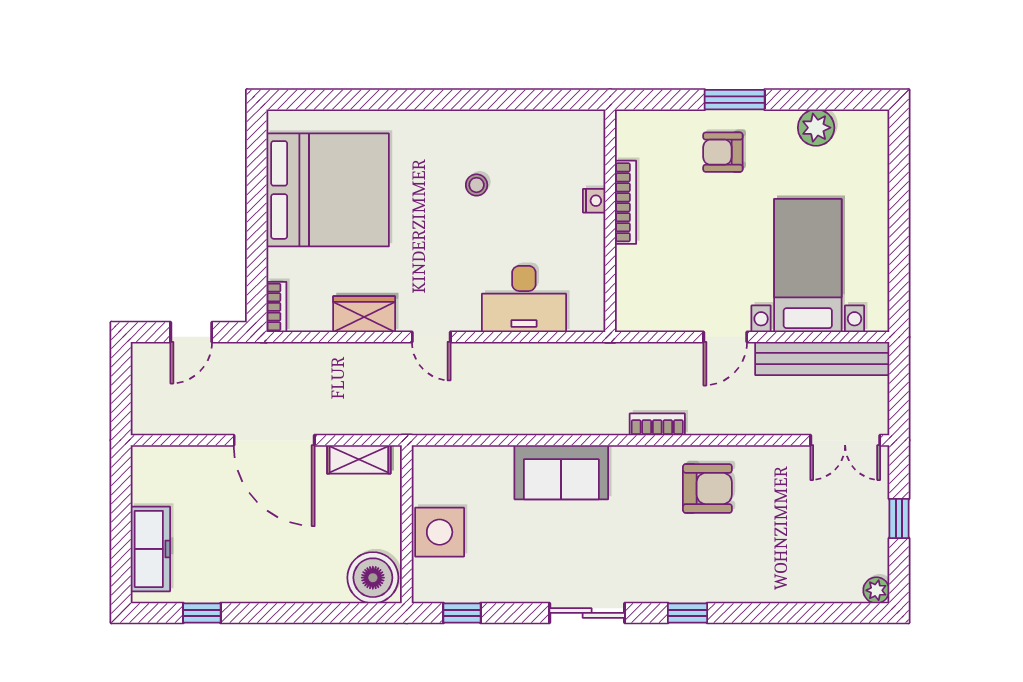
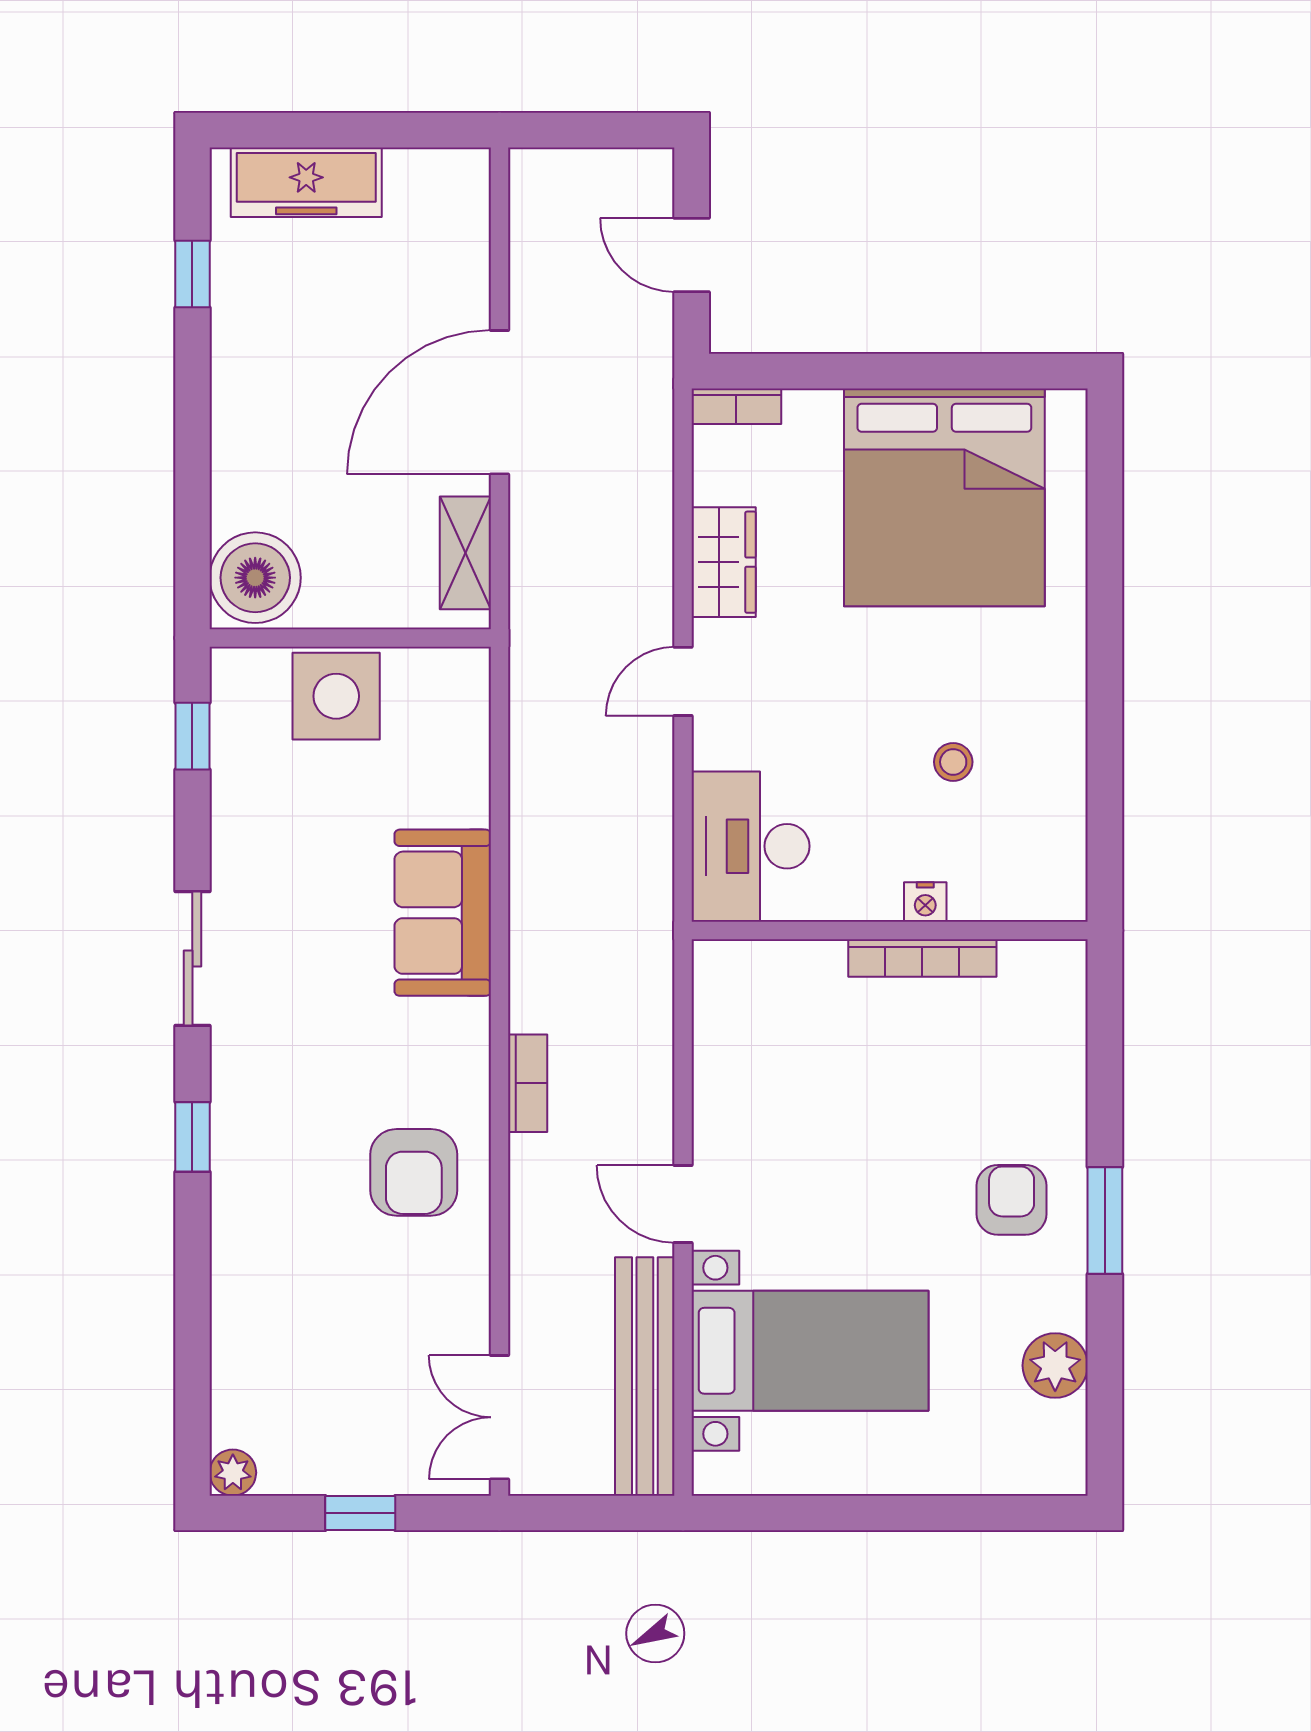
nightstand: (594, 201) -> (925, 902), moved
bookcase: (626, 202) -> (922, 958), moved
wall: (610, 221) -> (890, 931), moved

